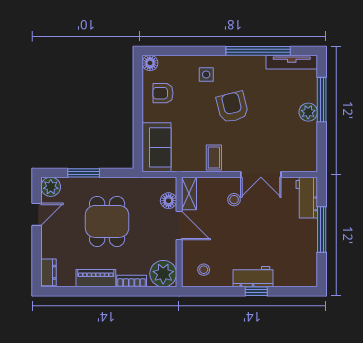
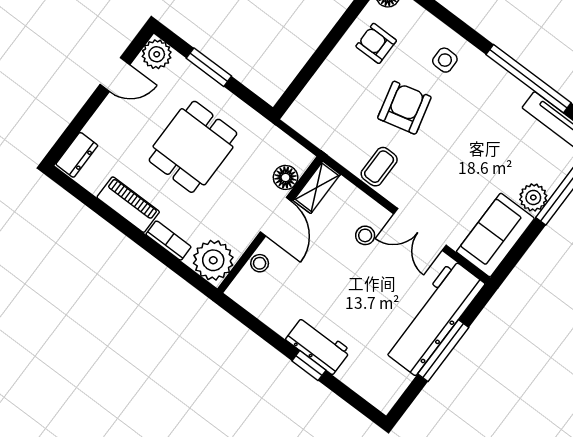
armchair: (232, 107) -> (404, 108), moved
sofa: (156, 147) -> (495, 235), moved, turned 180
workbench: (307, 198) -> (434, 317), width x1.88, depth x1.32
stool: (204, 270) -> (260, 263), moved

